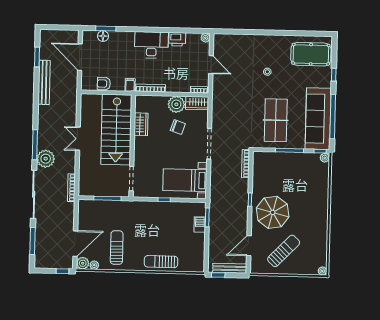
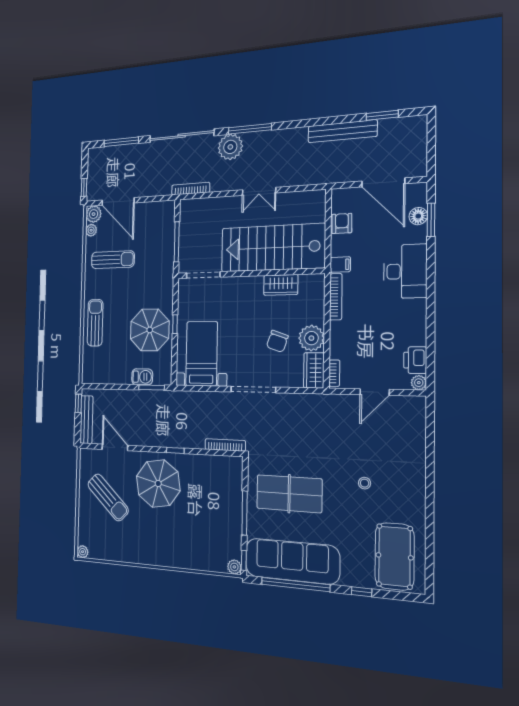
printer: (177, 39) -> (415, 360), moved
desk: (151, 45) -> (405, 271), moved
door: (80, 57) -> (383, 182), swing flipped
double door: (78, 139) -> (259, 191), swing flipped
parasol: (168, 219) -> (150, 330), added

